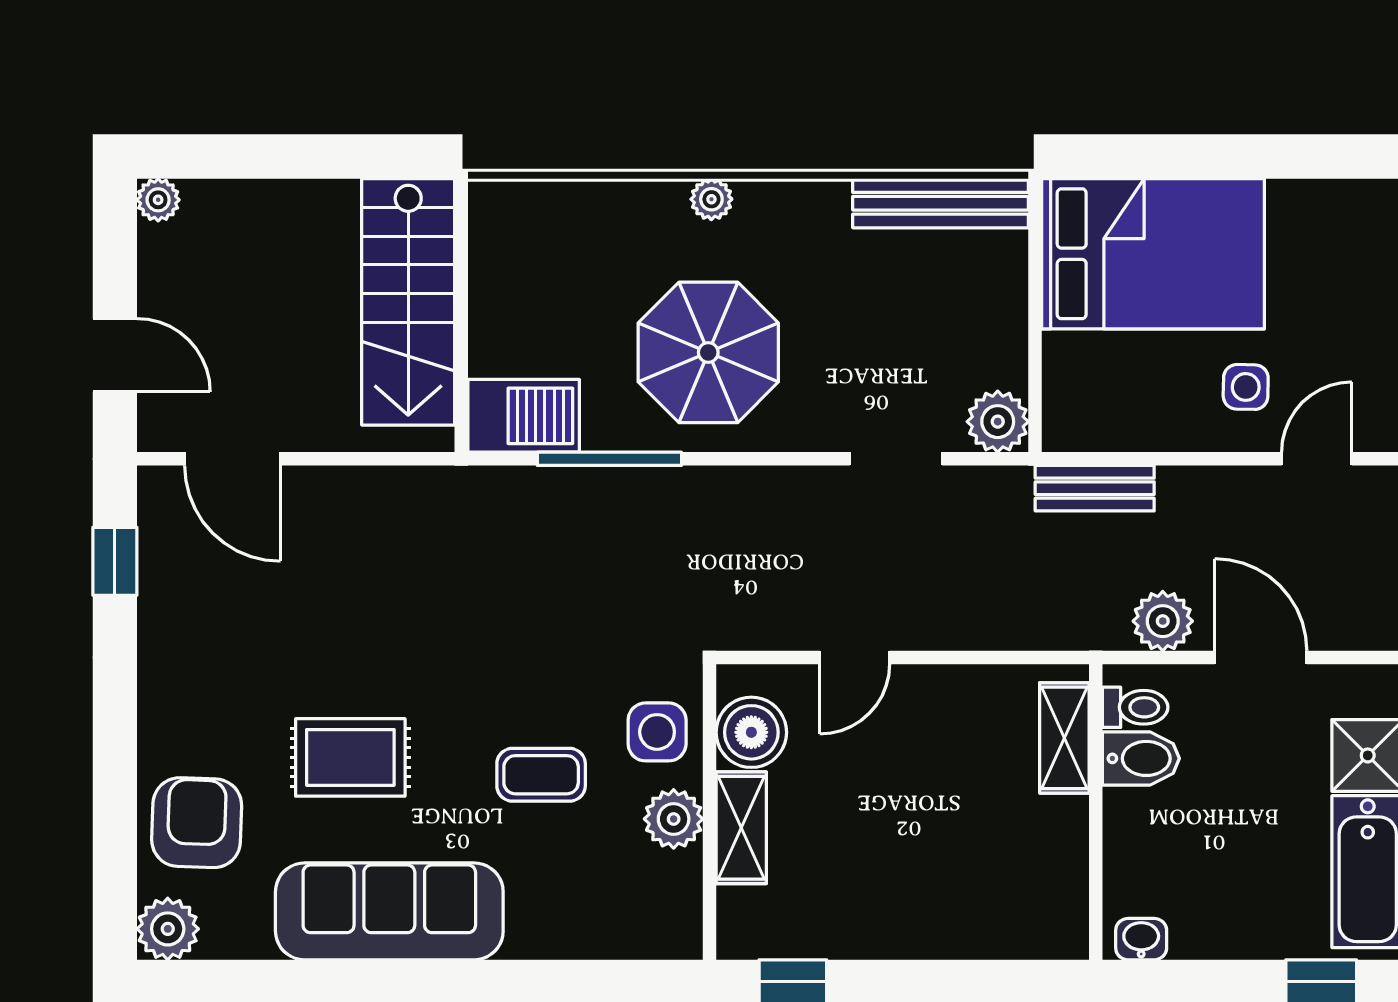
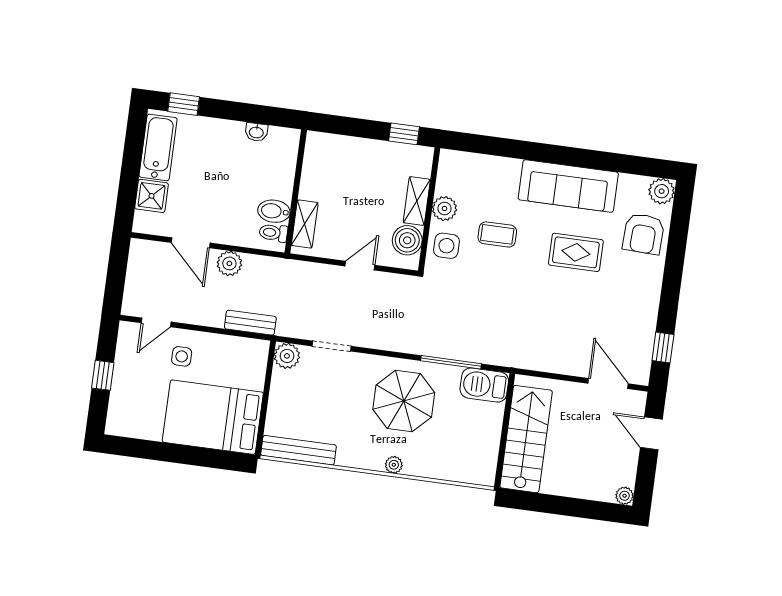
toilet: (1135, 707) -> (273, 233), moved
shelving: (1064, 738) -> (305, 224), moved
bidet: (1141, 758) -> (274, 211), moved
wall: (1096, 812) -> (296, 191), moved

